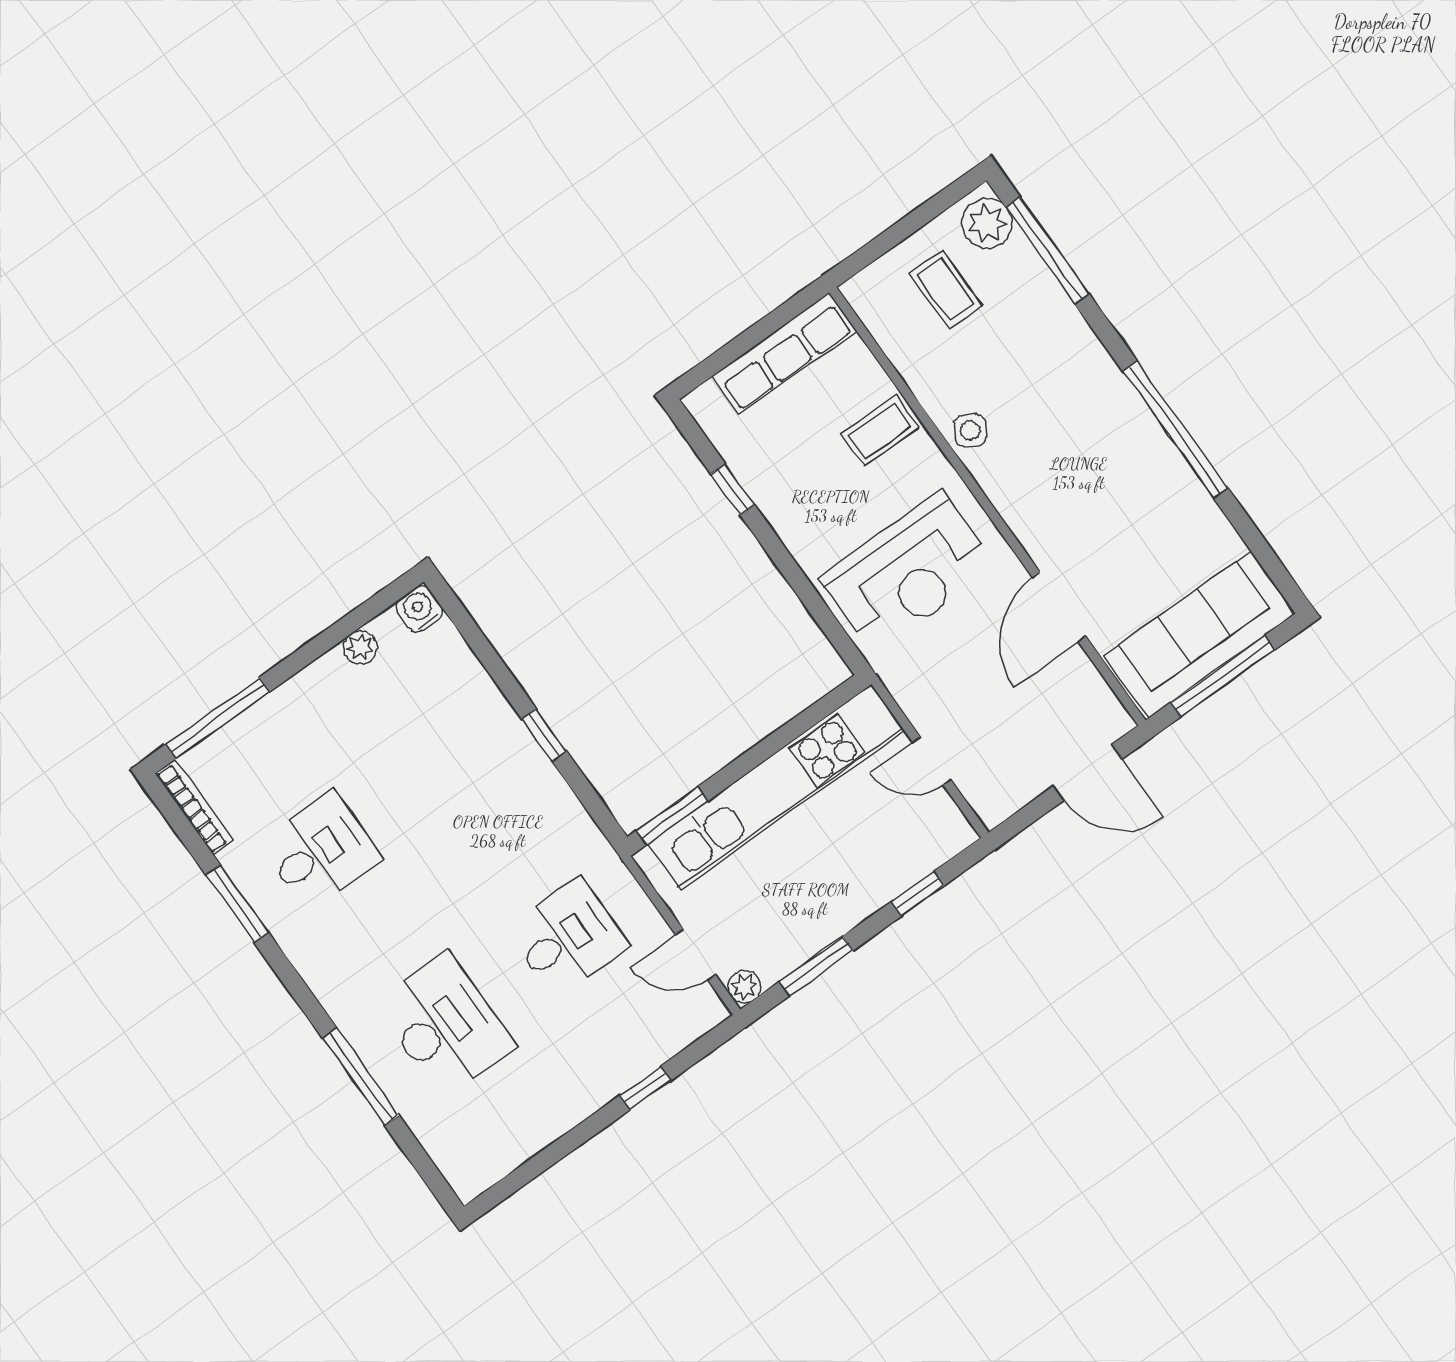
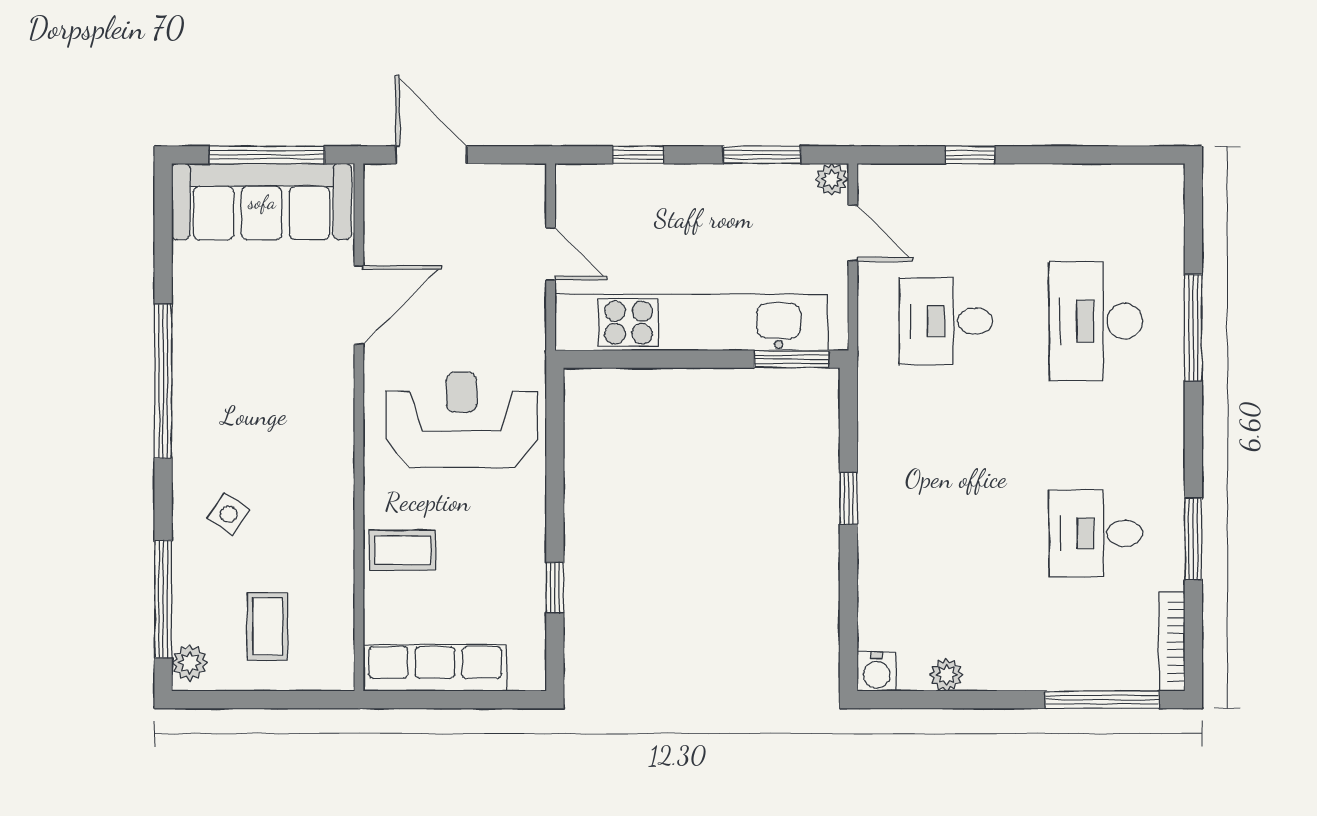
plant: (987, 223) -> (190, 663), width x0.73, depth x0.73
side table: (970, 431) -> (229, 514), moved

